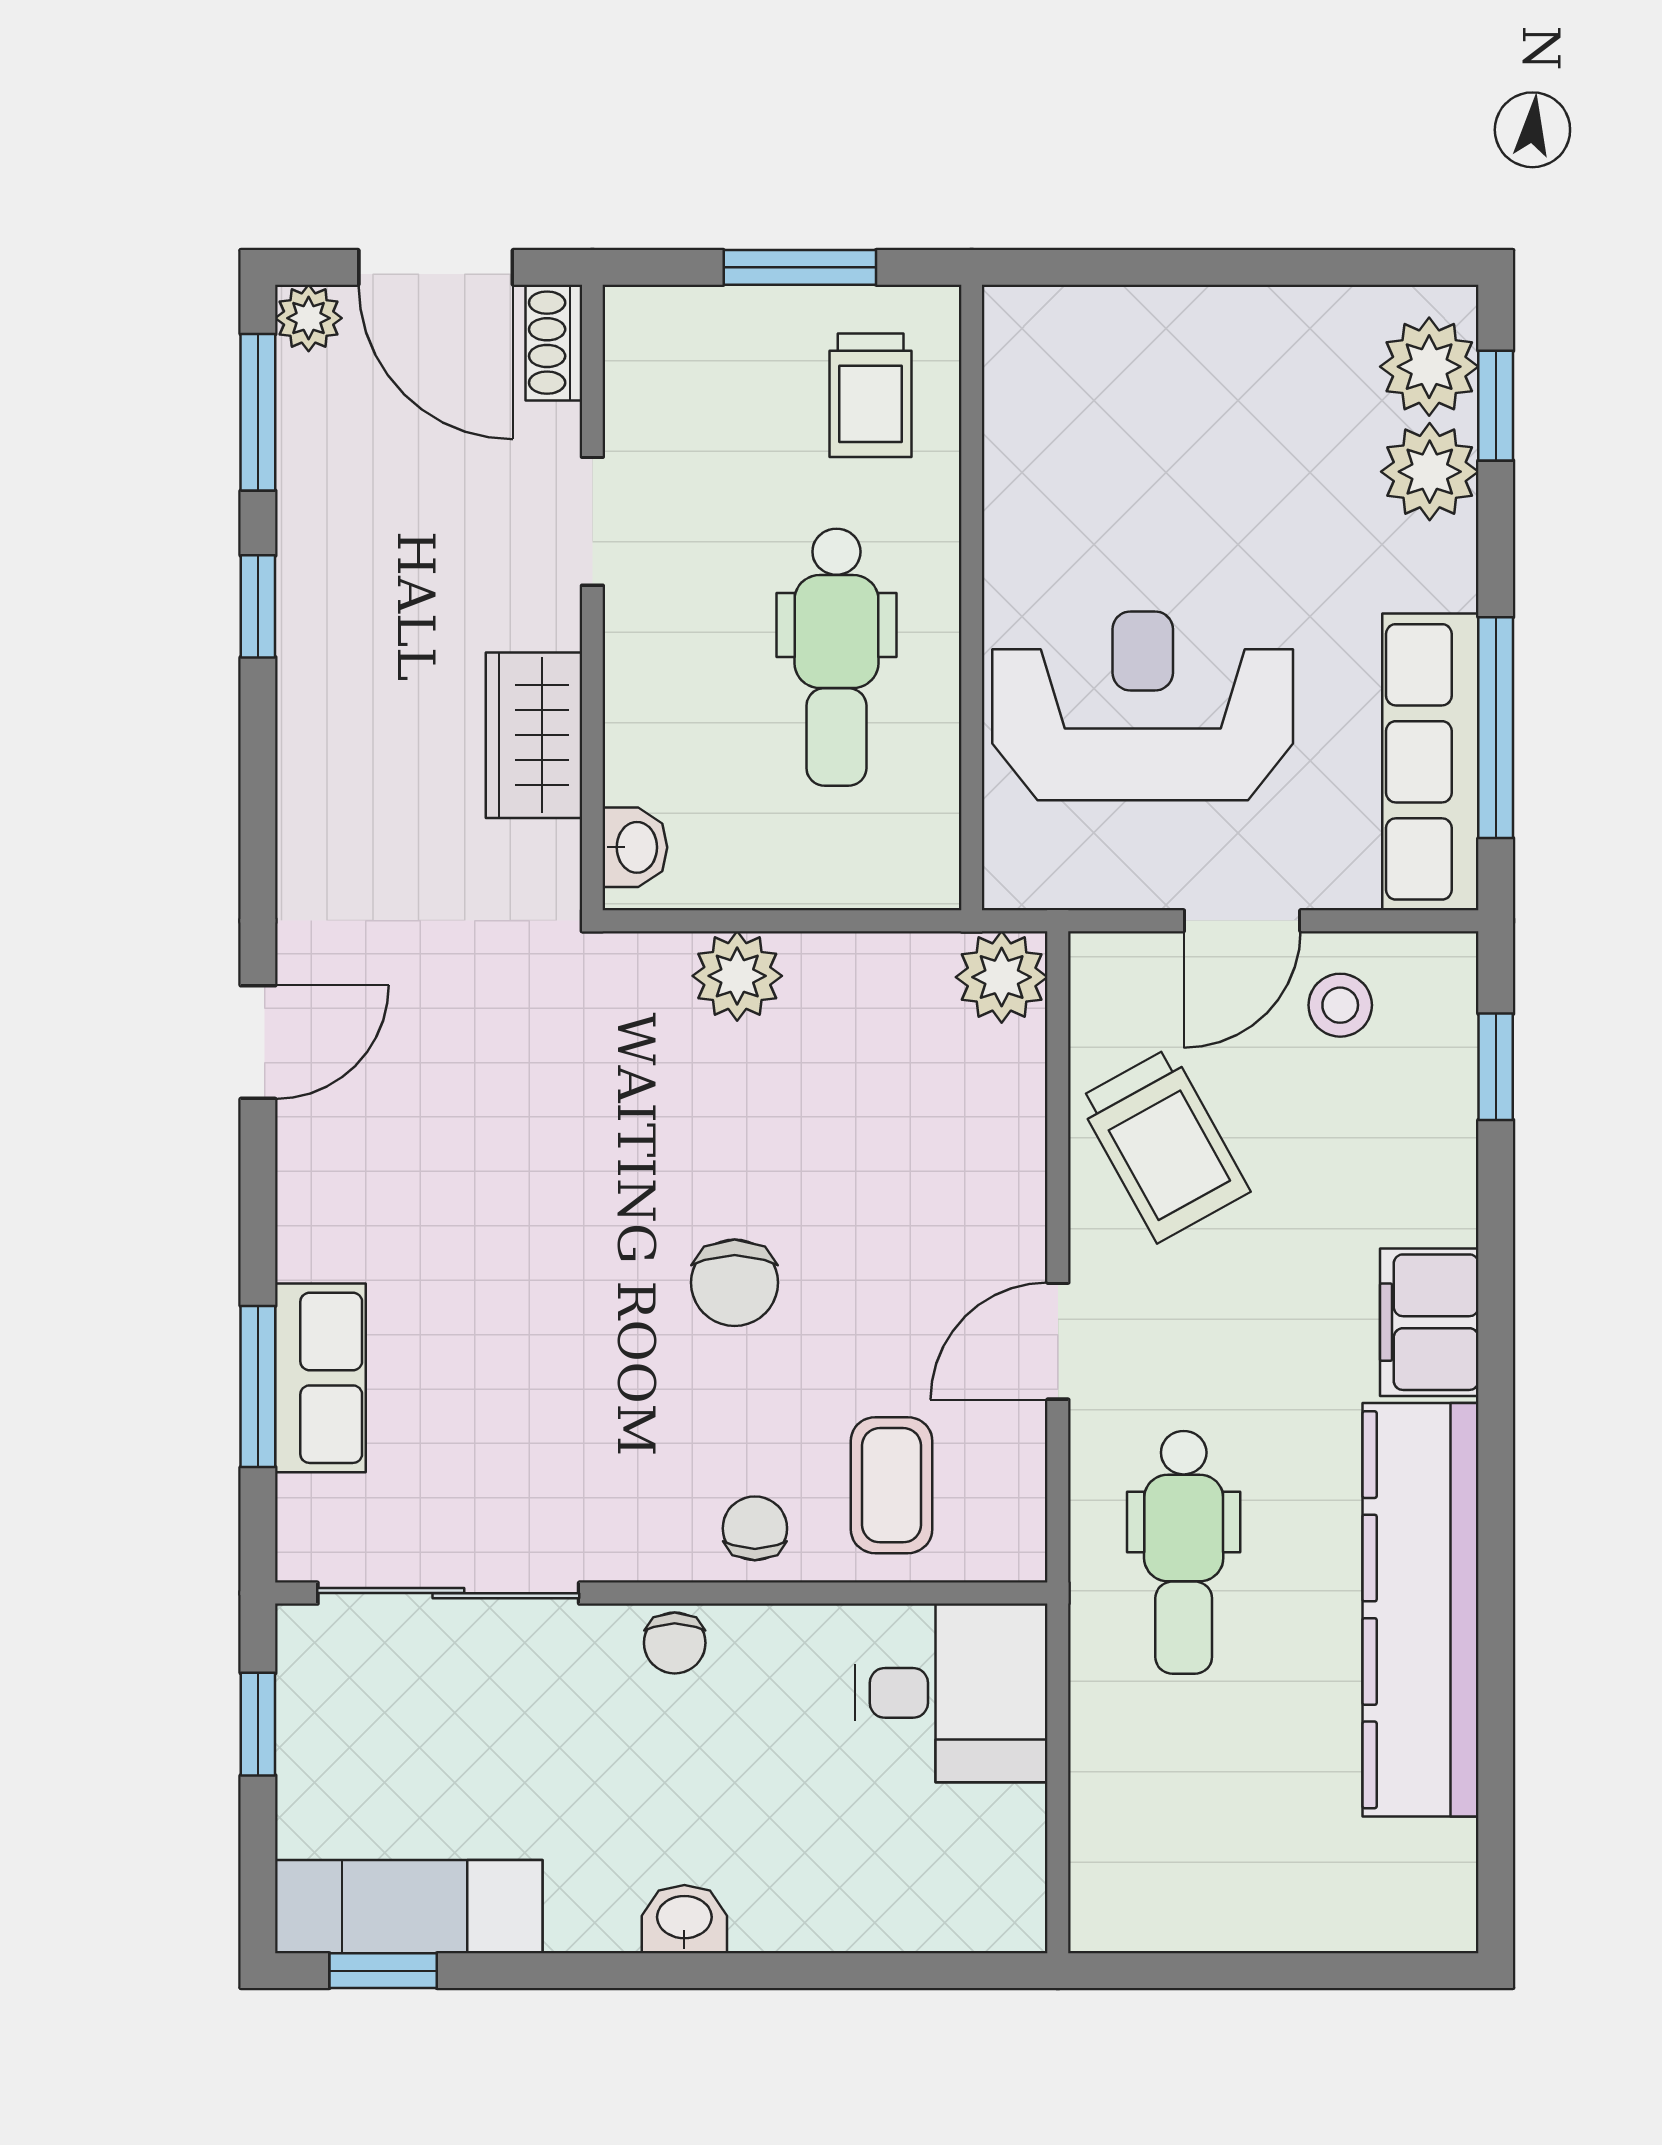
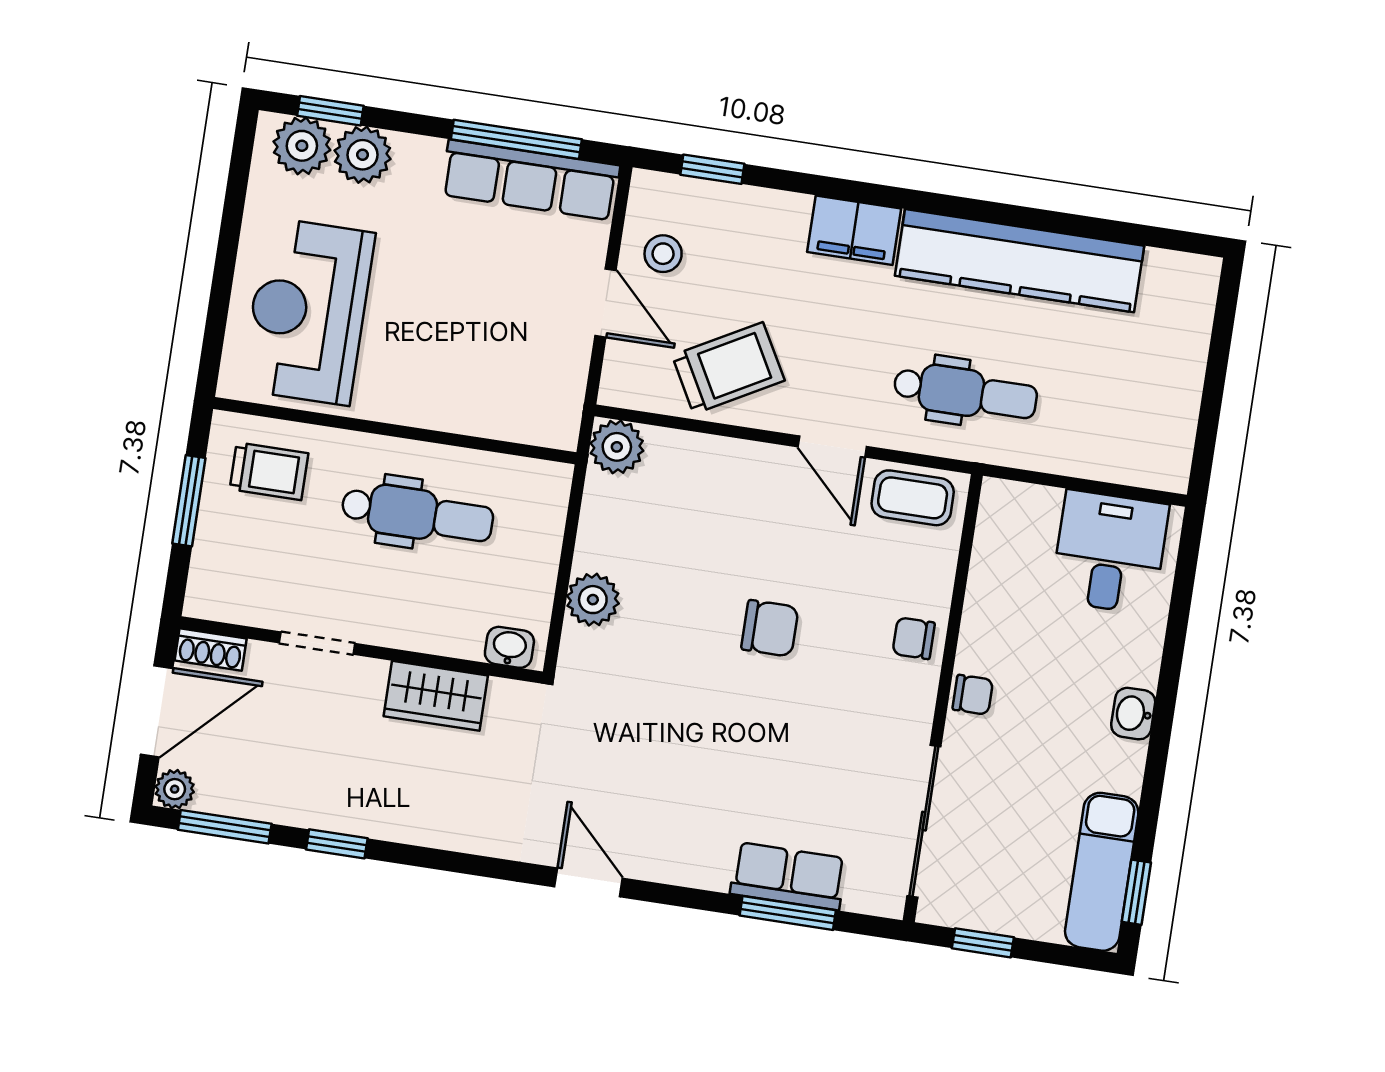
reception desk: (1143, 706) -> (308, 311), moved
coffee table: (892, 1485) -> (913, 498), moved
desk: (951, 1693) -> (1110, 552), moved

